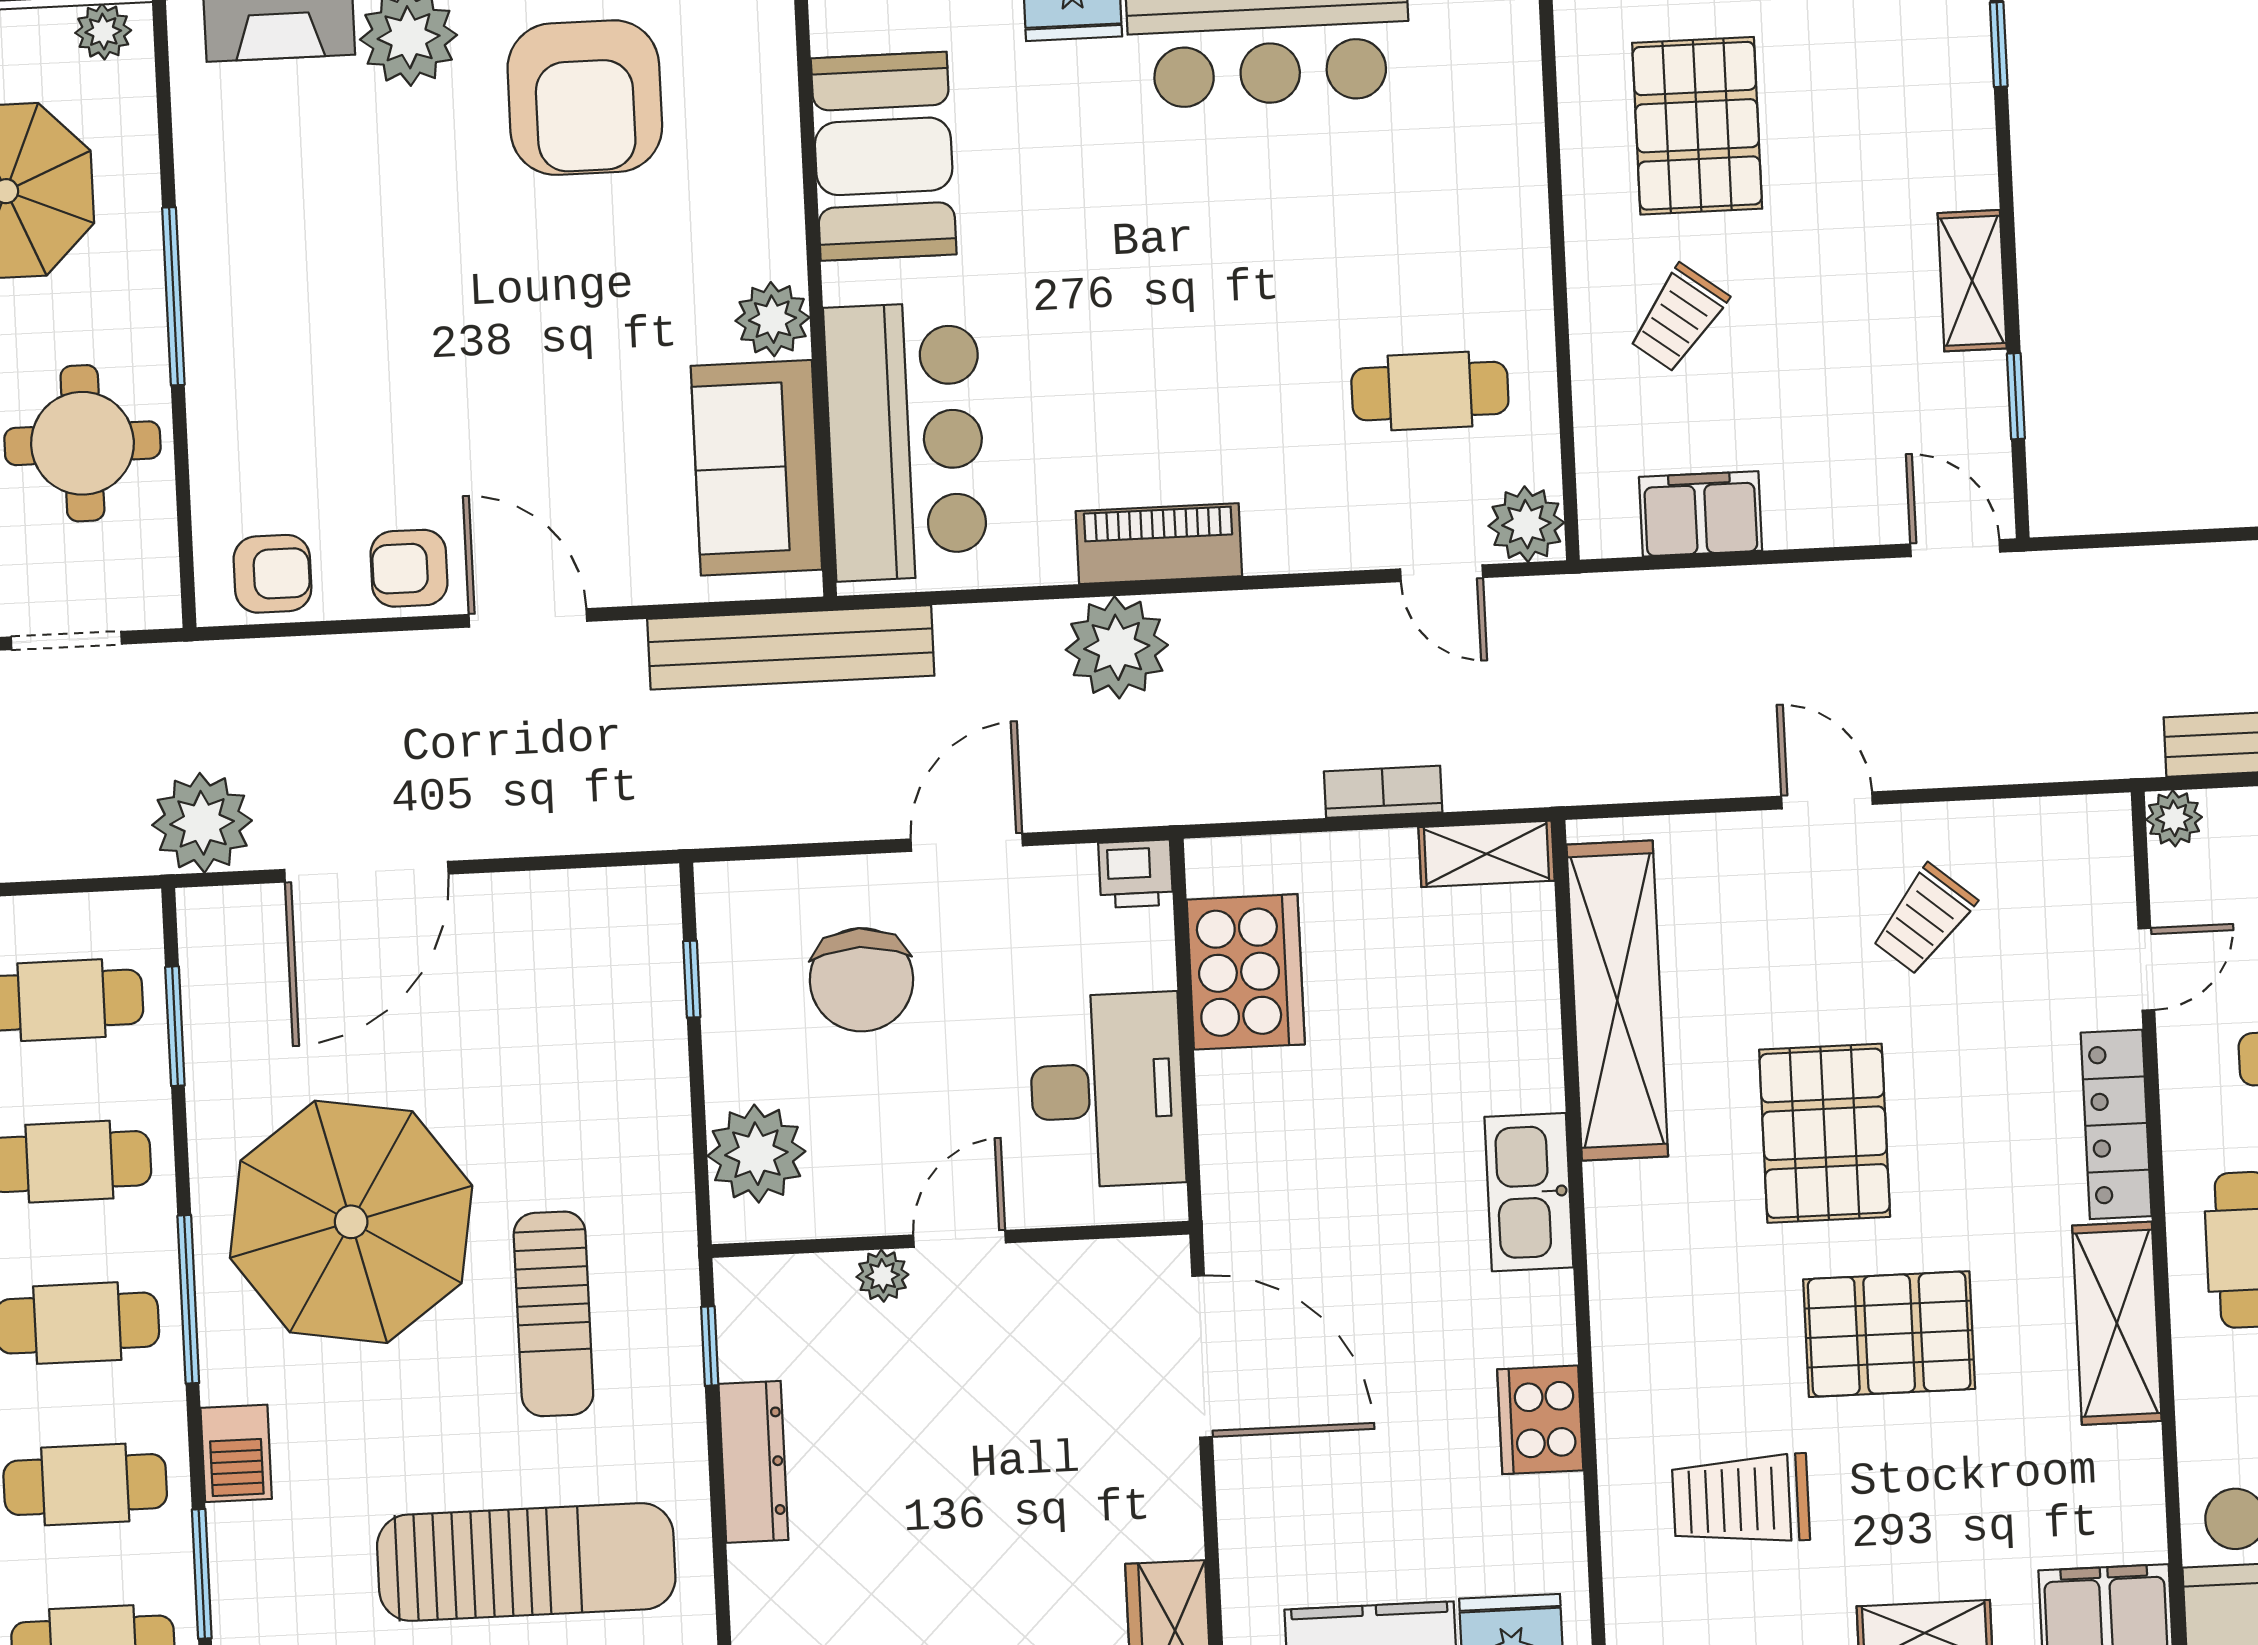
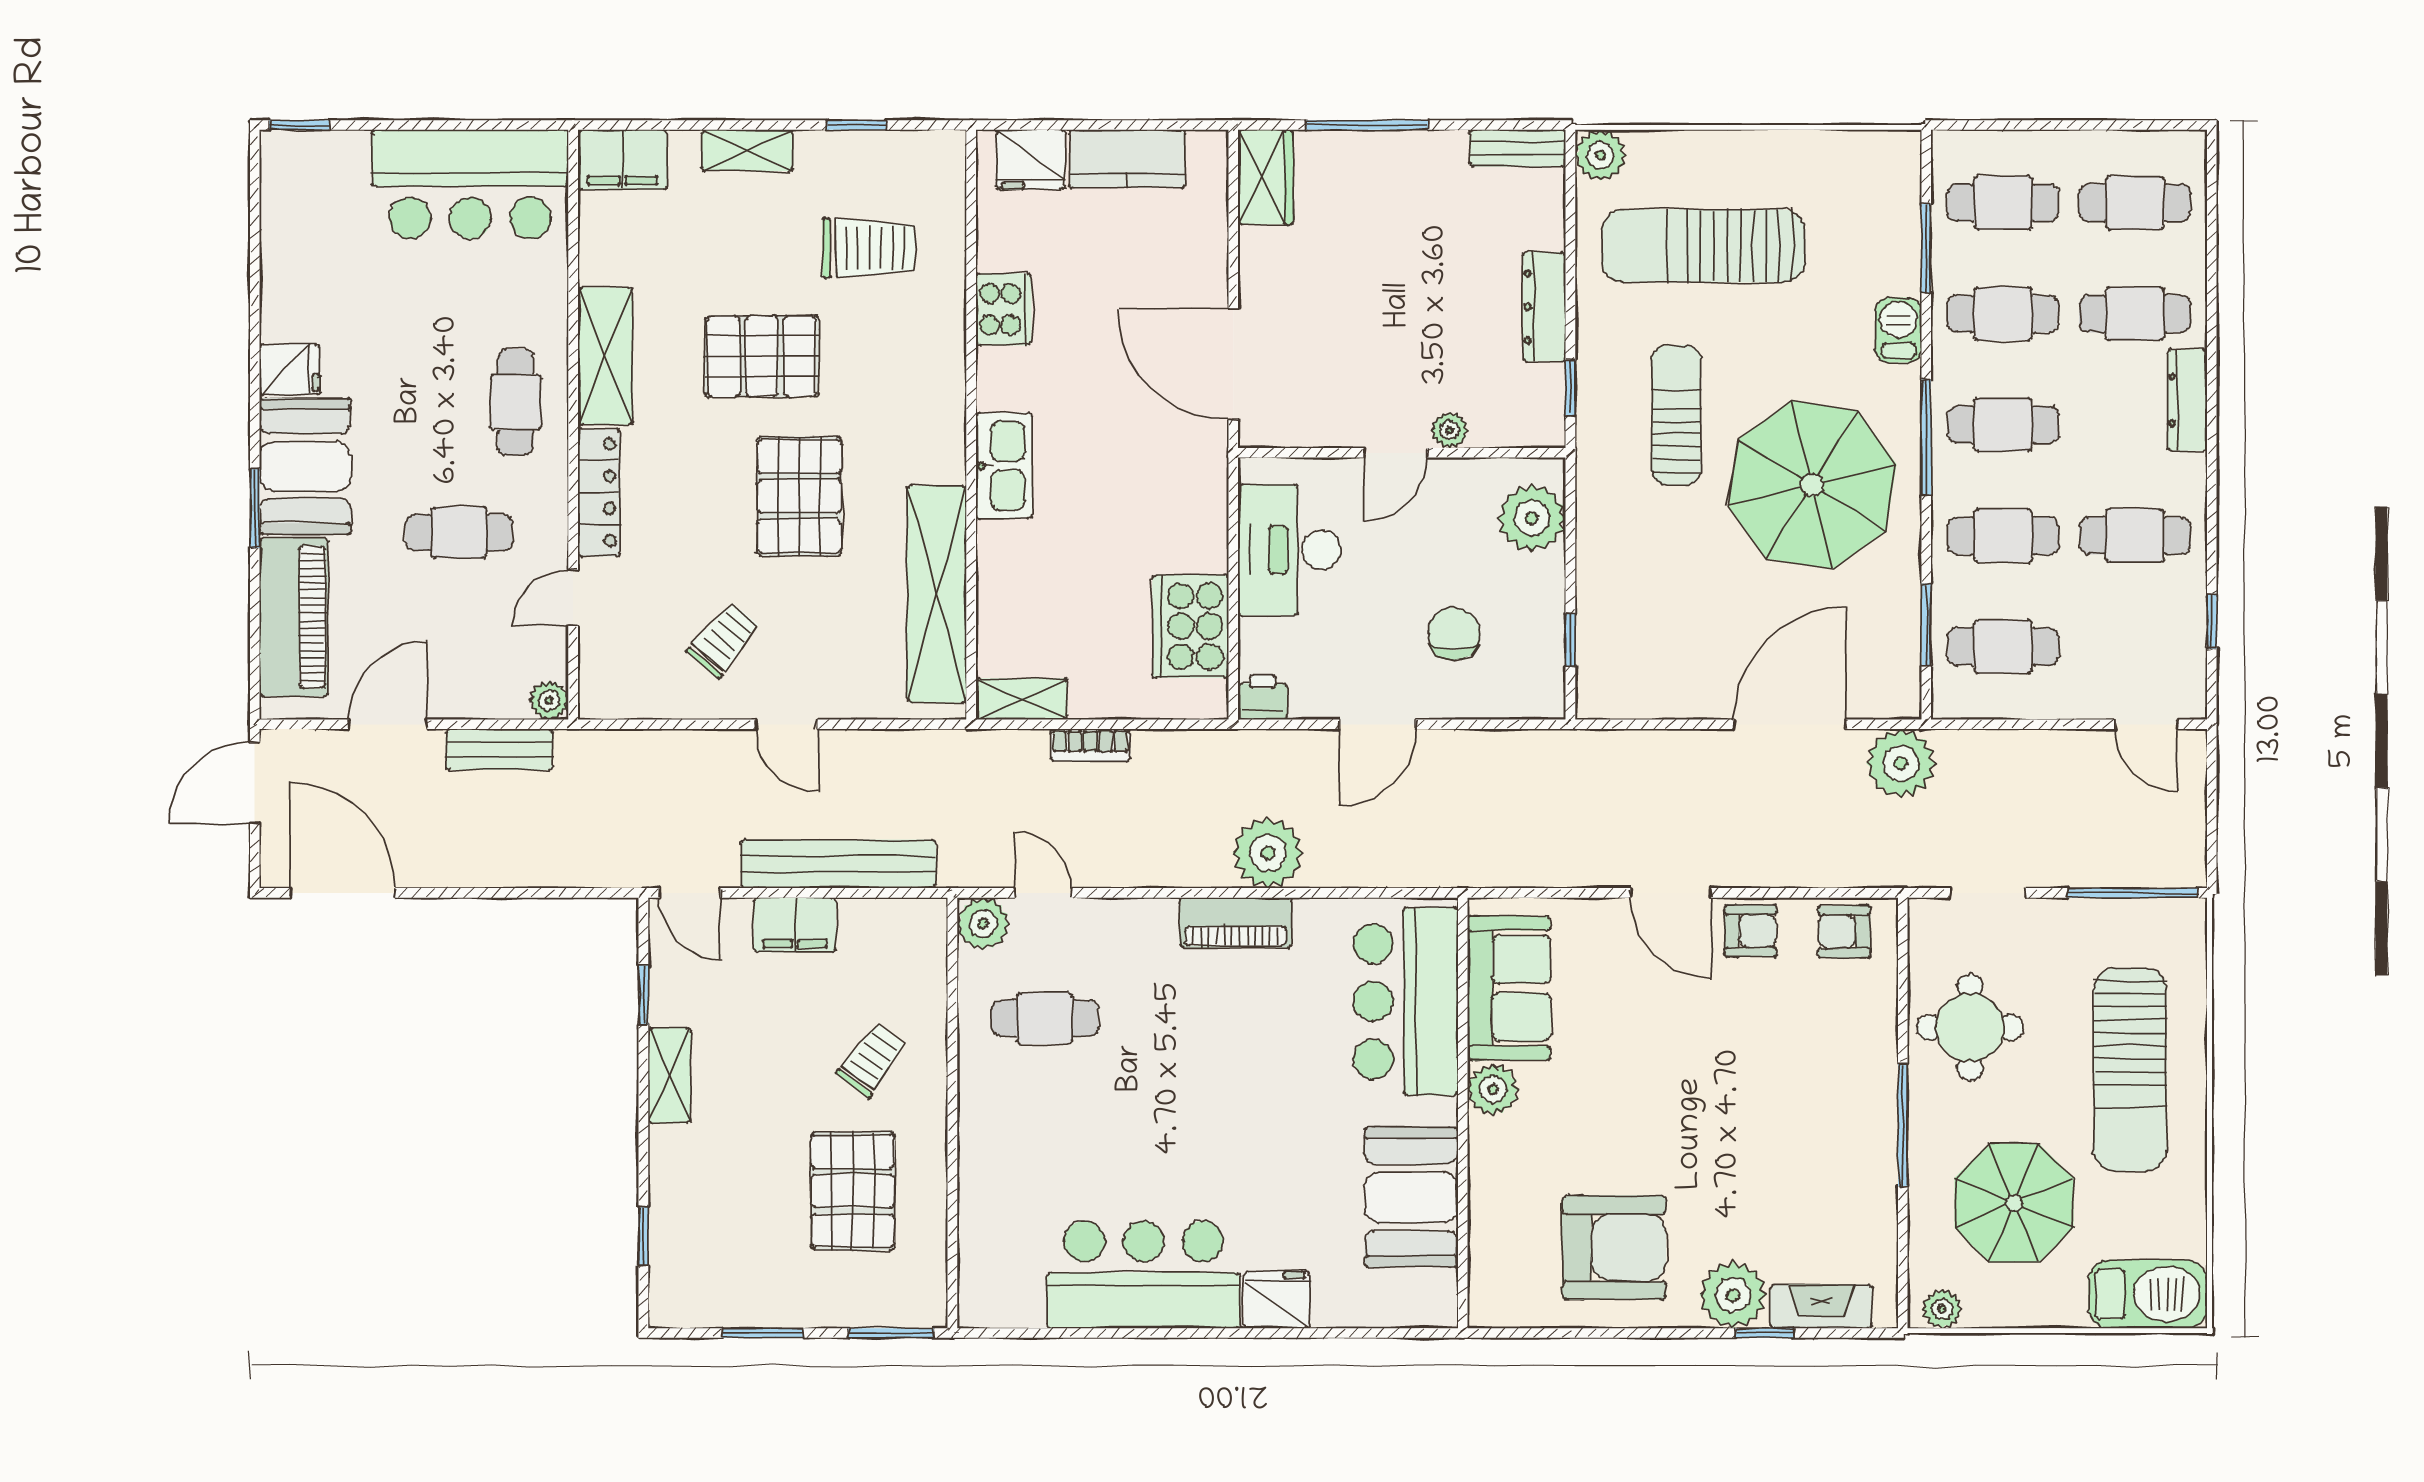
armchair: (585, 98) -> (1614, 1248), turned 90
filing cabinet: (1701, 514) -> (795, 925), moved
bench: (791, 647) -> (838, 864), moved
chair: (861, 980) -> (1454, 634), width x0.73, depth x0.73

